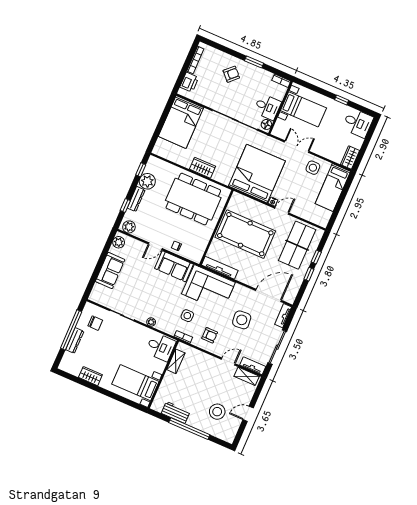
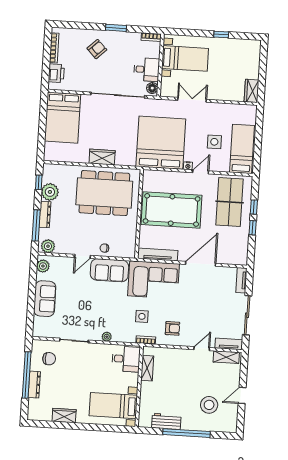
desk: (358, 123) -> (247, 52), removed
side table: (313, 168) -> (214, 142), moved
bed: (333, 188) -> (242, 149), moved, turned 180
window: (125, 206) -> (36, 225), width x2.17
door: (268, 295) -> (201, 264), moved
side table: (242, 320) -> (200, 300), removed

